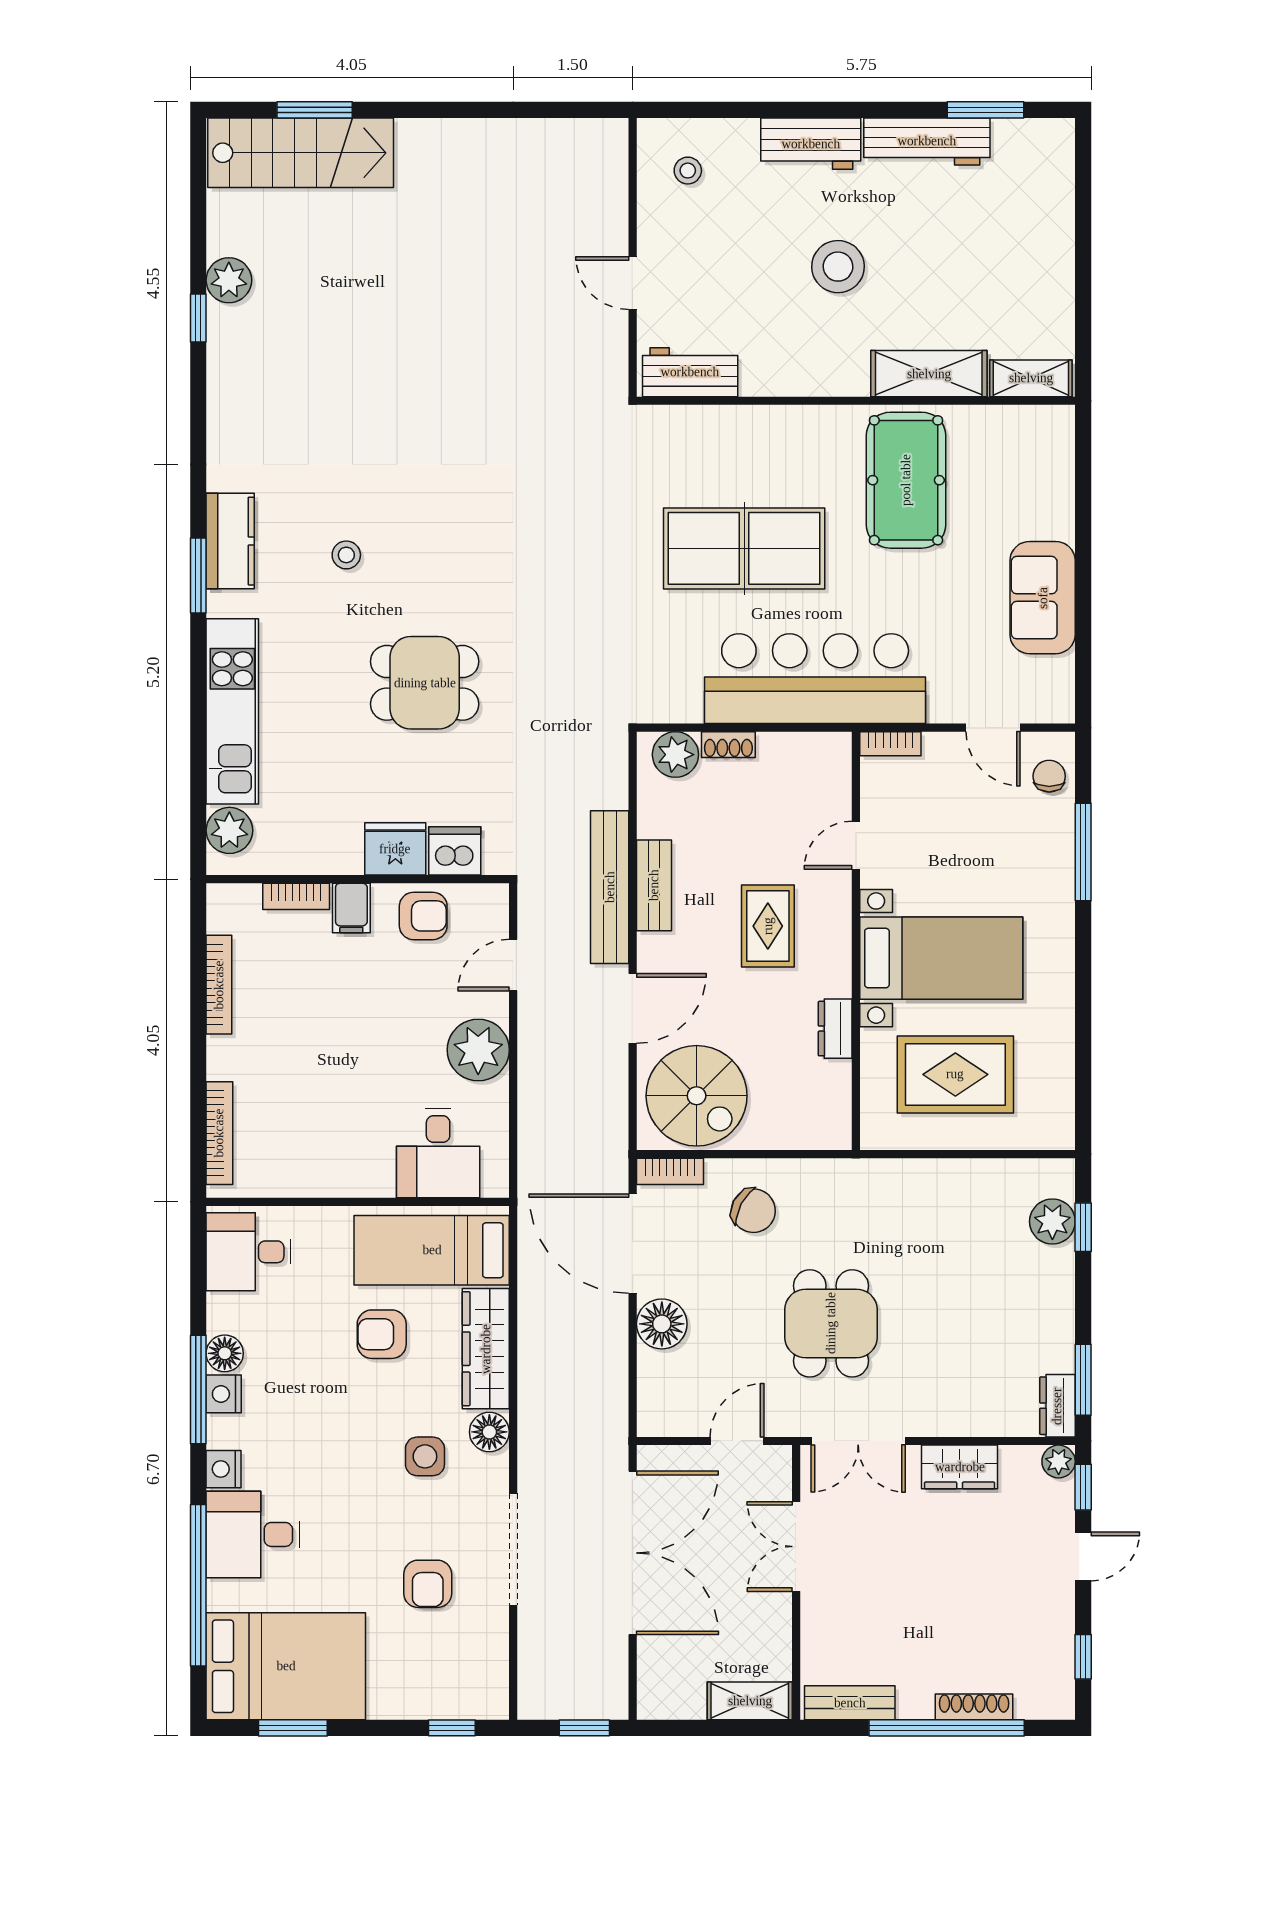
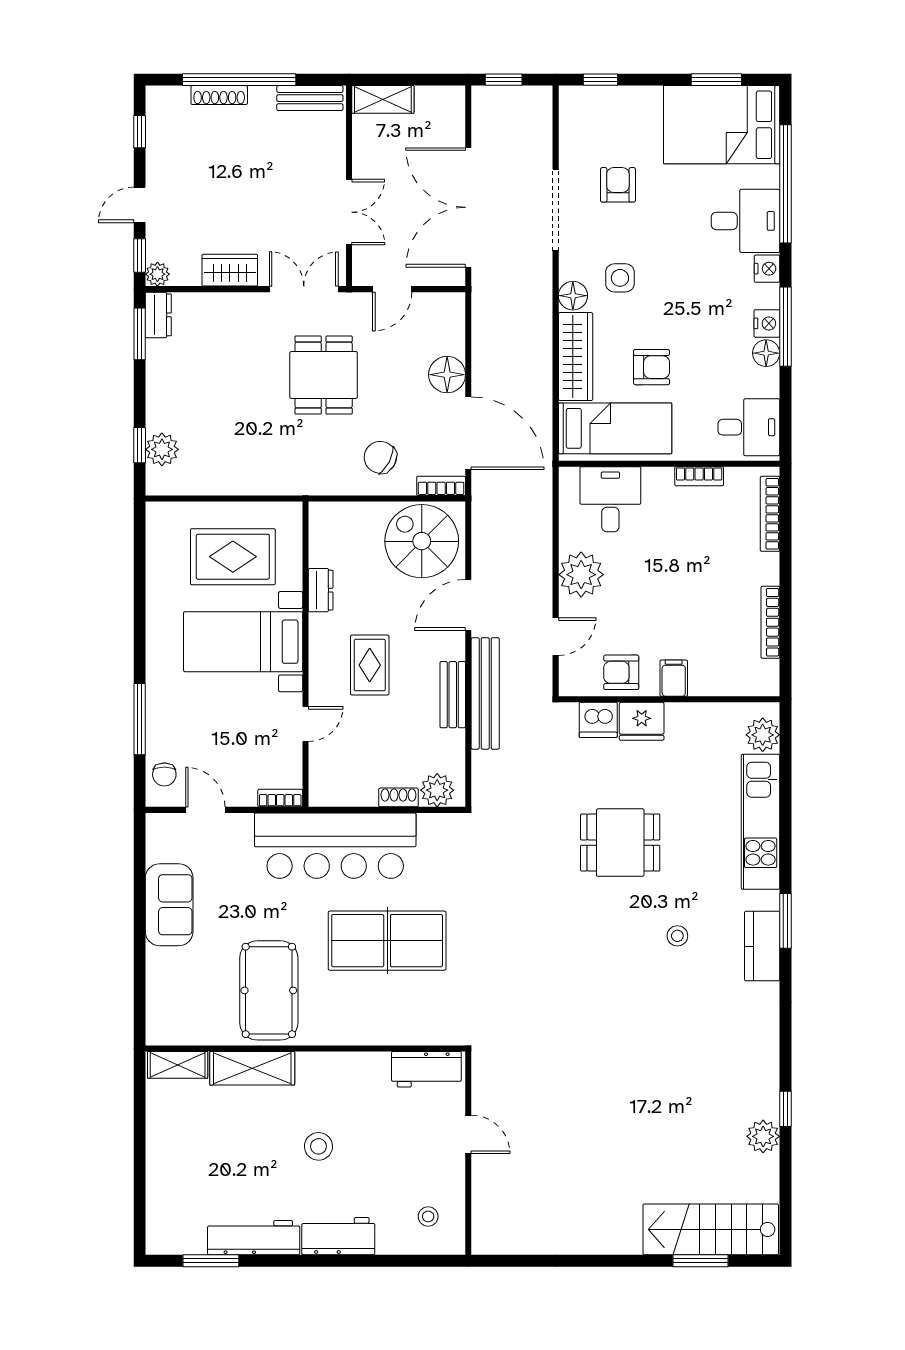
stool: (838, 267) -> (318, 1146), width x0.73, depth x0.73
bookcase: (296, 896) -> (699, 476), moved, turned 180

